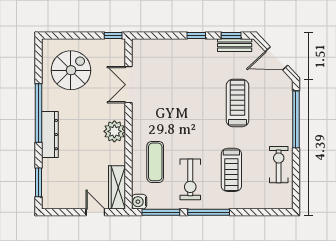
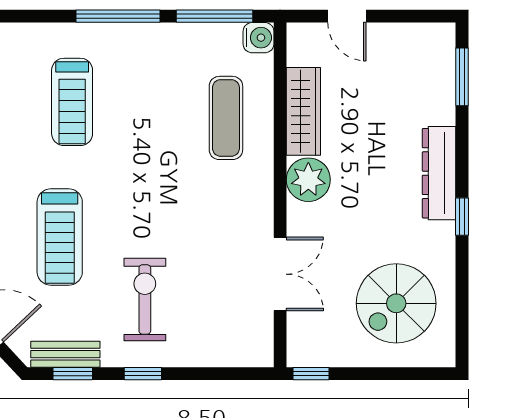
window: (38, 113) -> (462, 217), width x0.32
treadmill: (231, 170) -> (72, 102), turned 180
exercise bike: (190, 179) -> (145, 299), moved
wardrobe: (117, 187) -> (303, 111), moved

